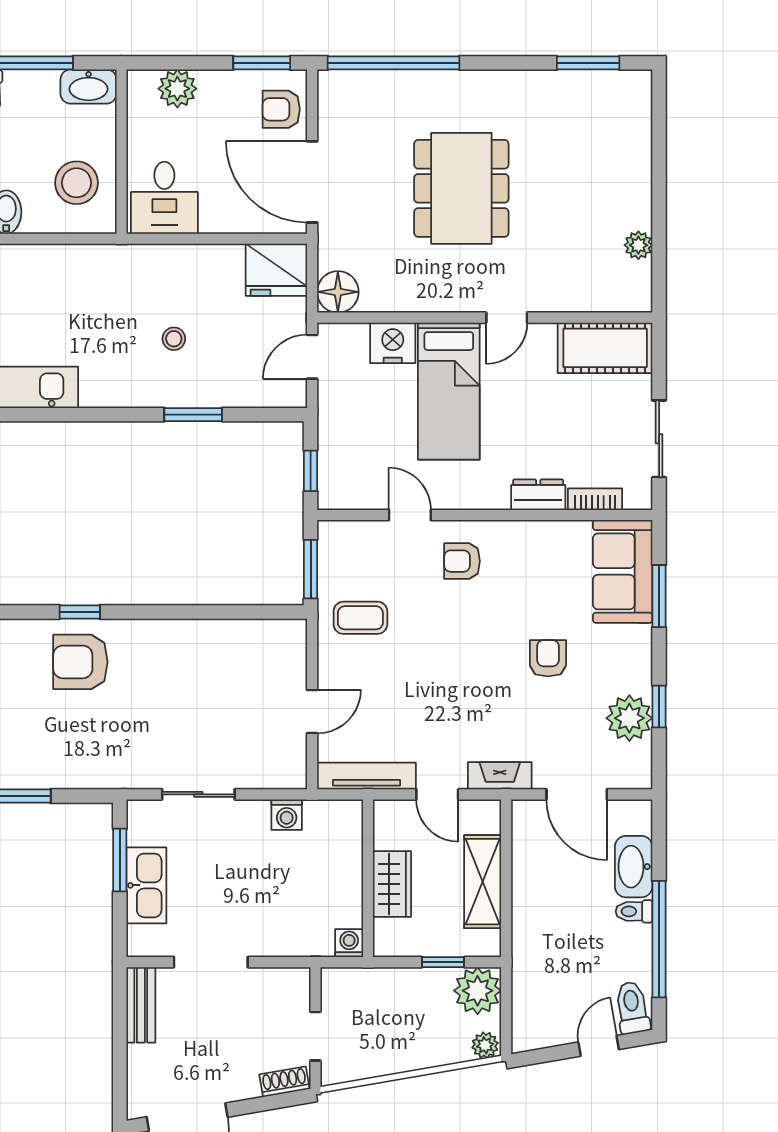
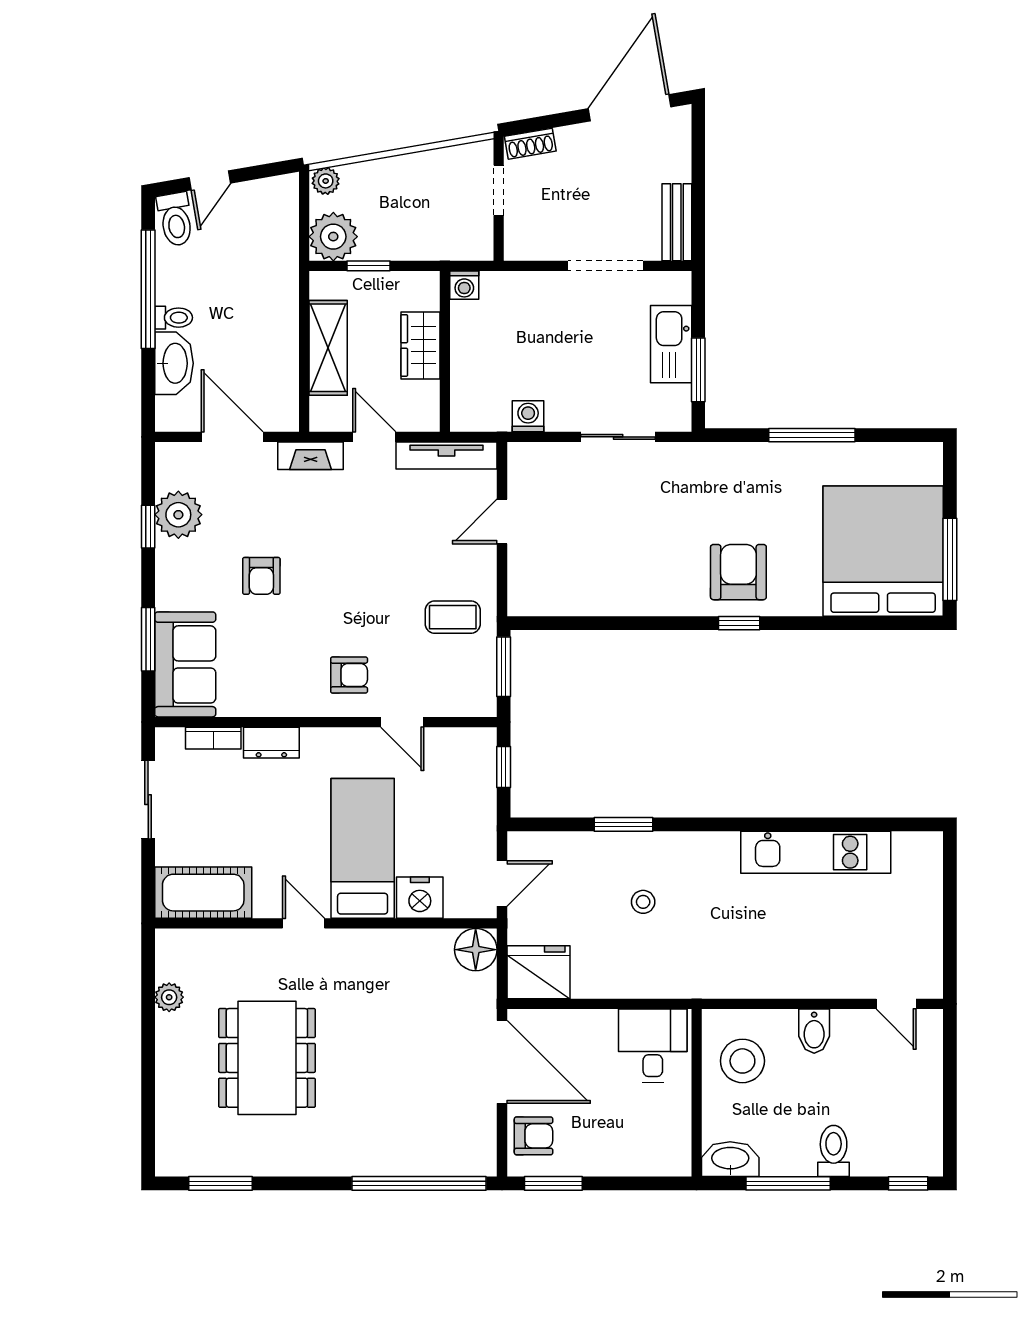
plant: (177, 89) -> (640, 1157), removed
dining table: (461, 188) -> (267, 1058), moved
door: (507, 318) -> (304, 923), hinge flipped
armchair: (80, 662) -> (738, 572), turned -90

